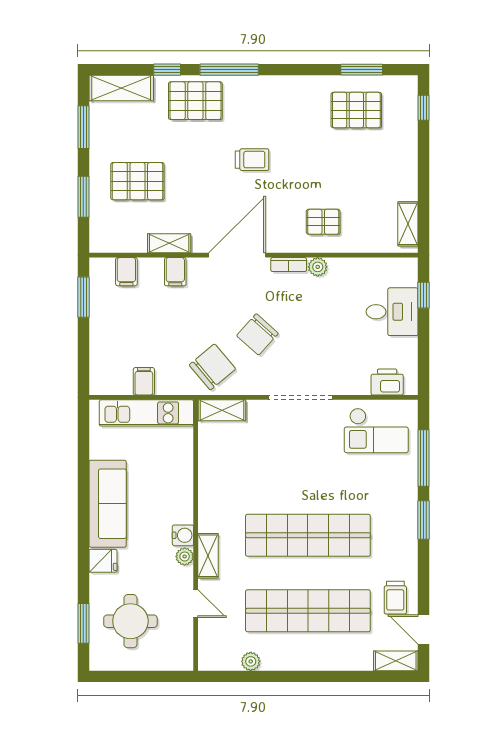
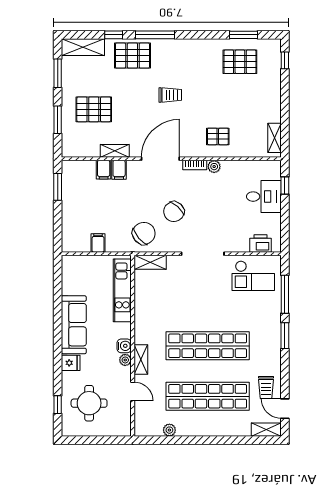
filing cabinet: (126, 272) -> (104, 170), moved
kitchen unit: (146, 413) -> (122, 290), moved, turned 90
window: (83, 623) -> (58, 405), width x0.67

